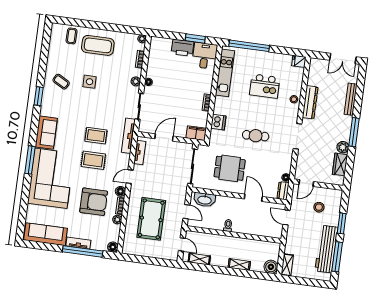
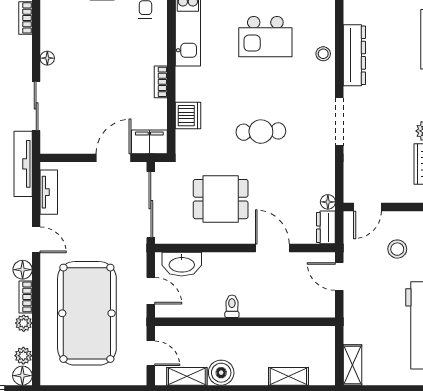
plant: (136, 81) -> (23, 356), moved
door: (164, 137) -> (114, 158), moved
door: (130, 177) -> (36, 240), swing flipped
pool table: (151, 219) -> (87, 313), width x1.36, depth x1.32
shelving: (239, 265) -> (288, 376), moved
boiler: (271, 267) -> (221, 373), moved

